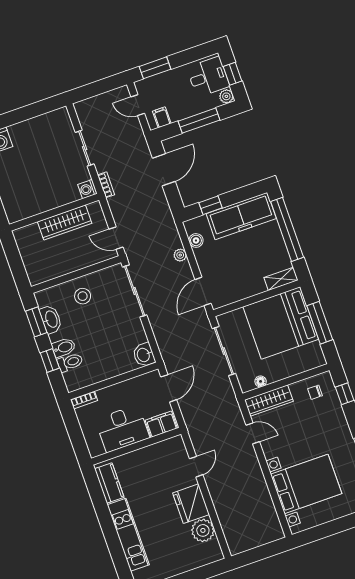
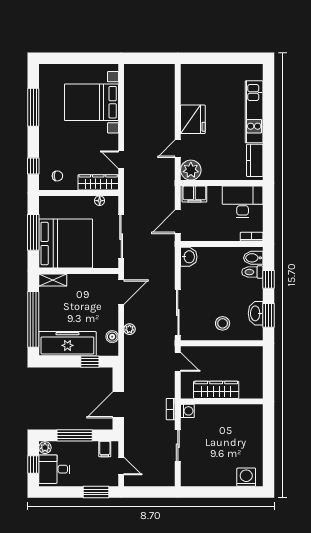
bidet: (64, 347) -> (253, 258), moved
desk: (122, 429) -> (243, 202), moved
plant: (203, 530) -> (191, 170), moved

